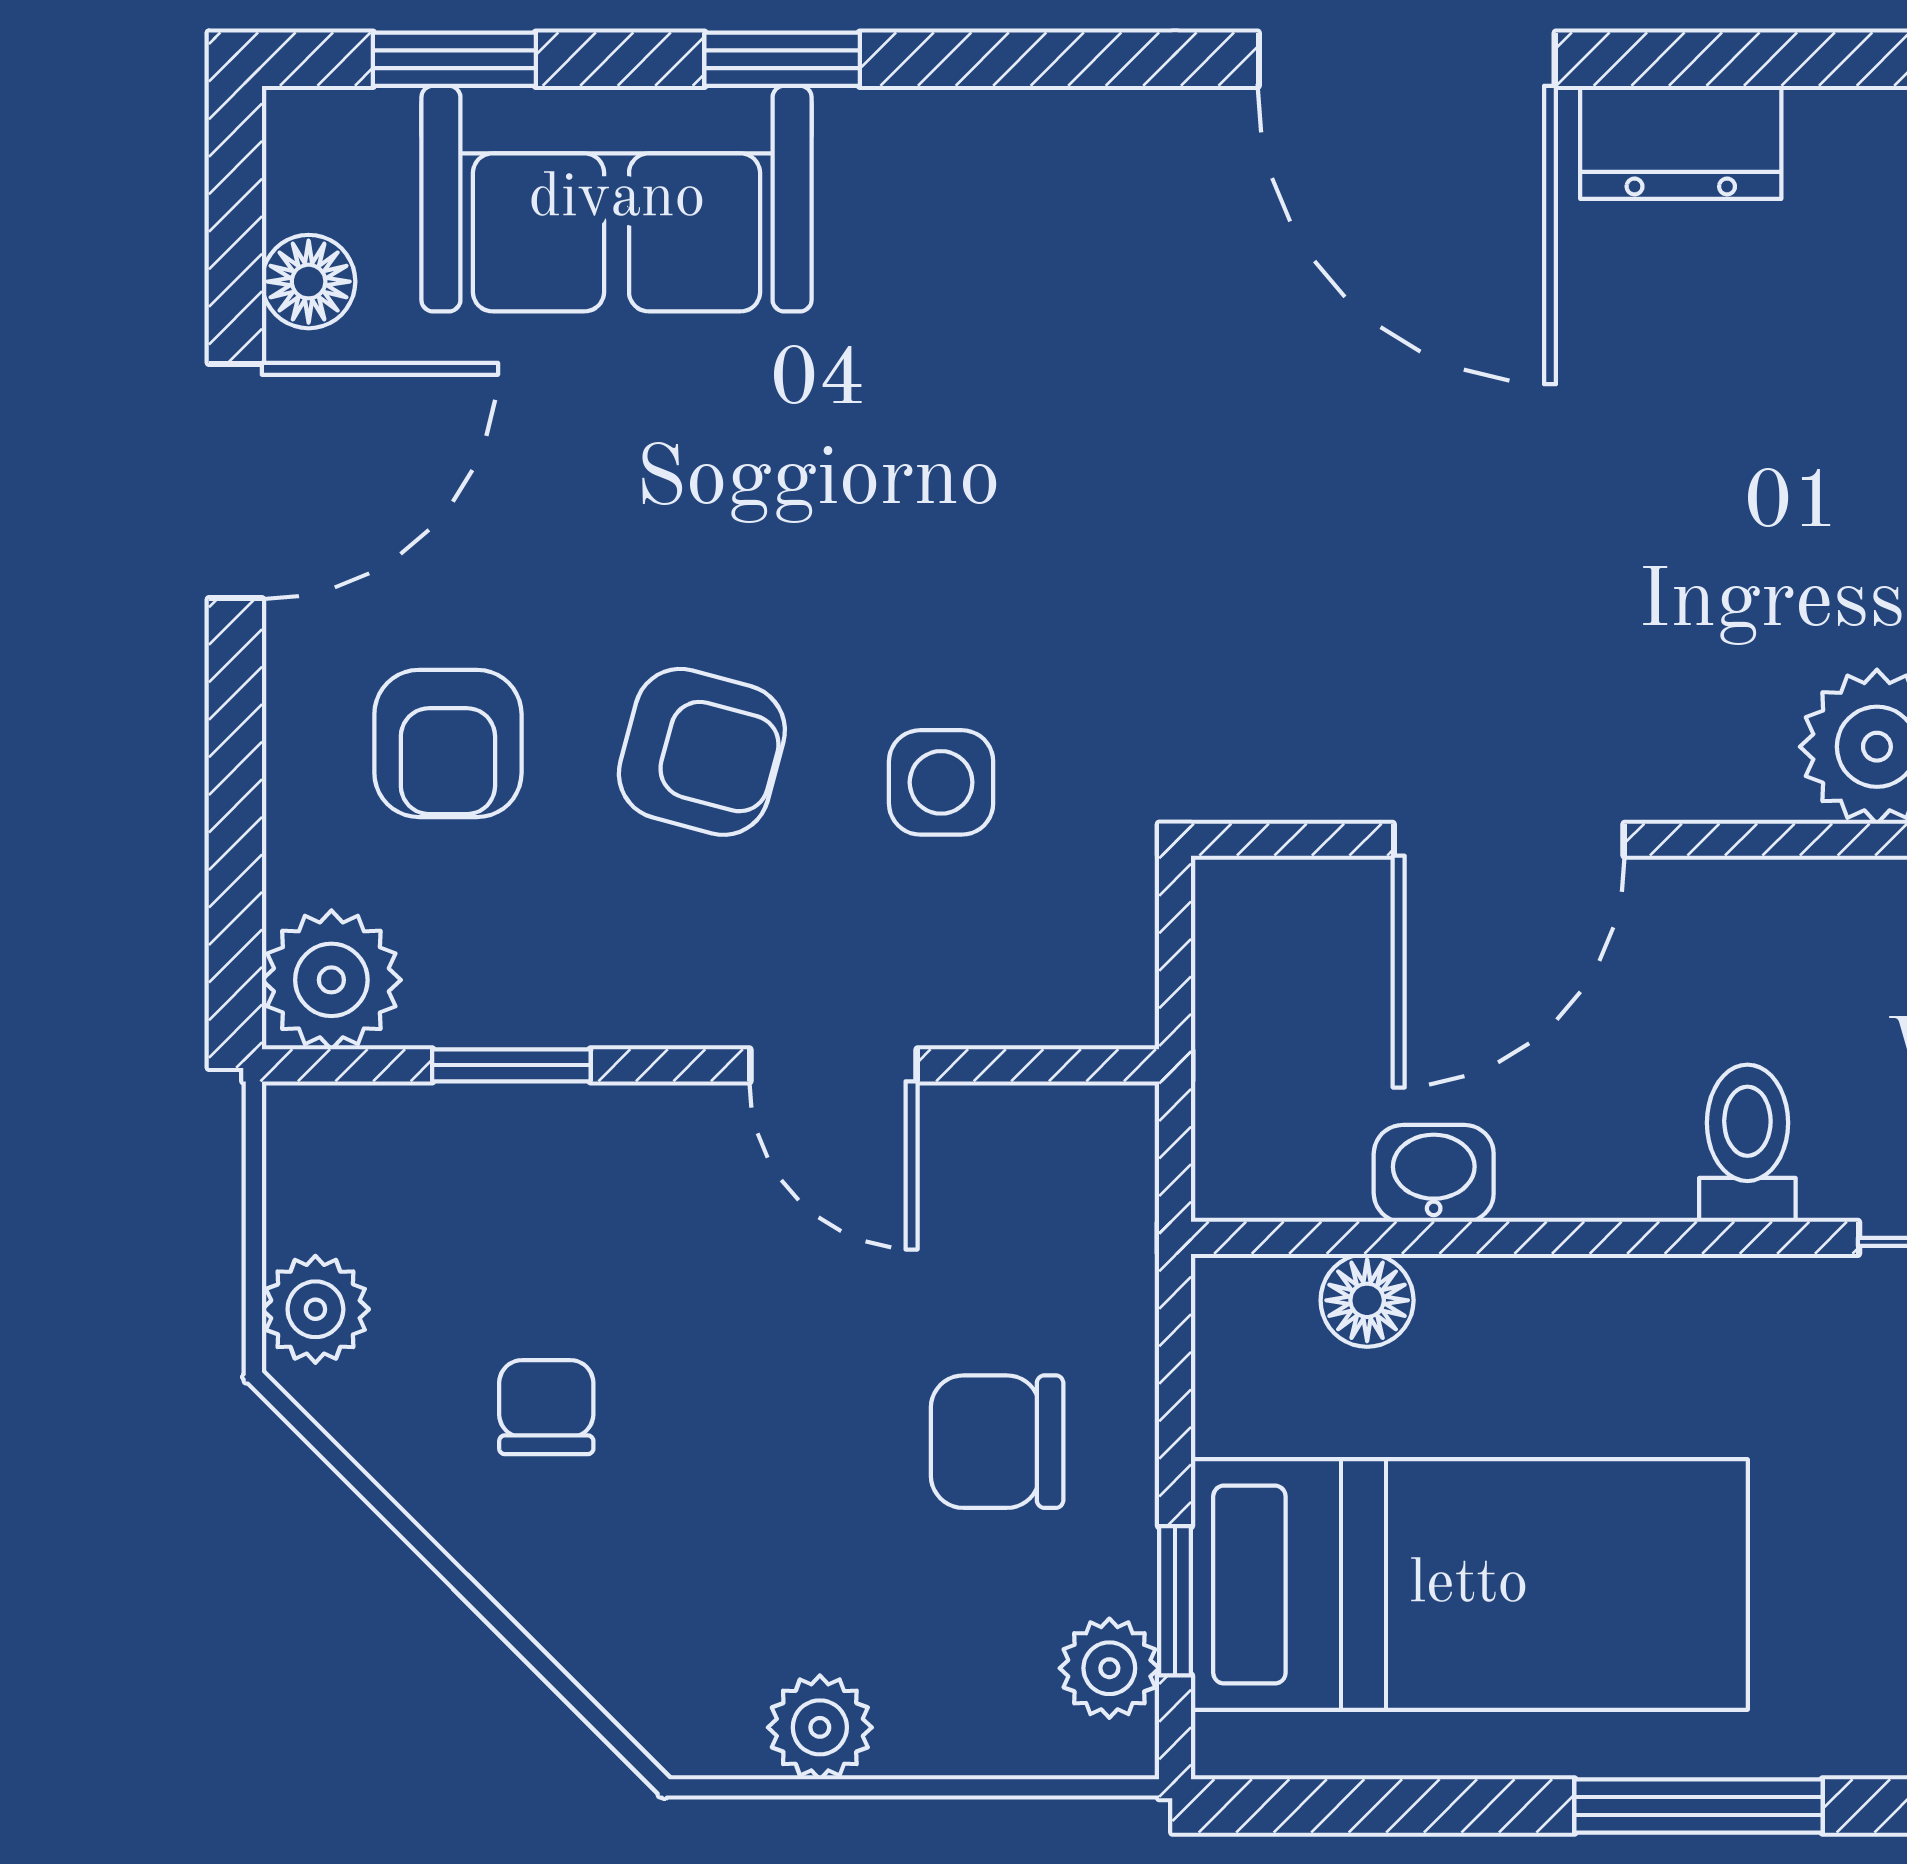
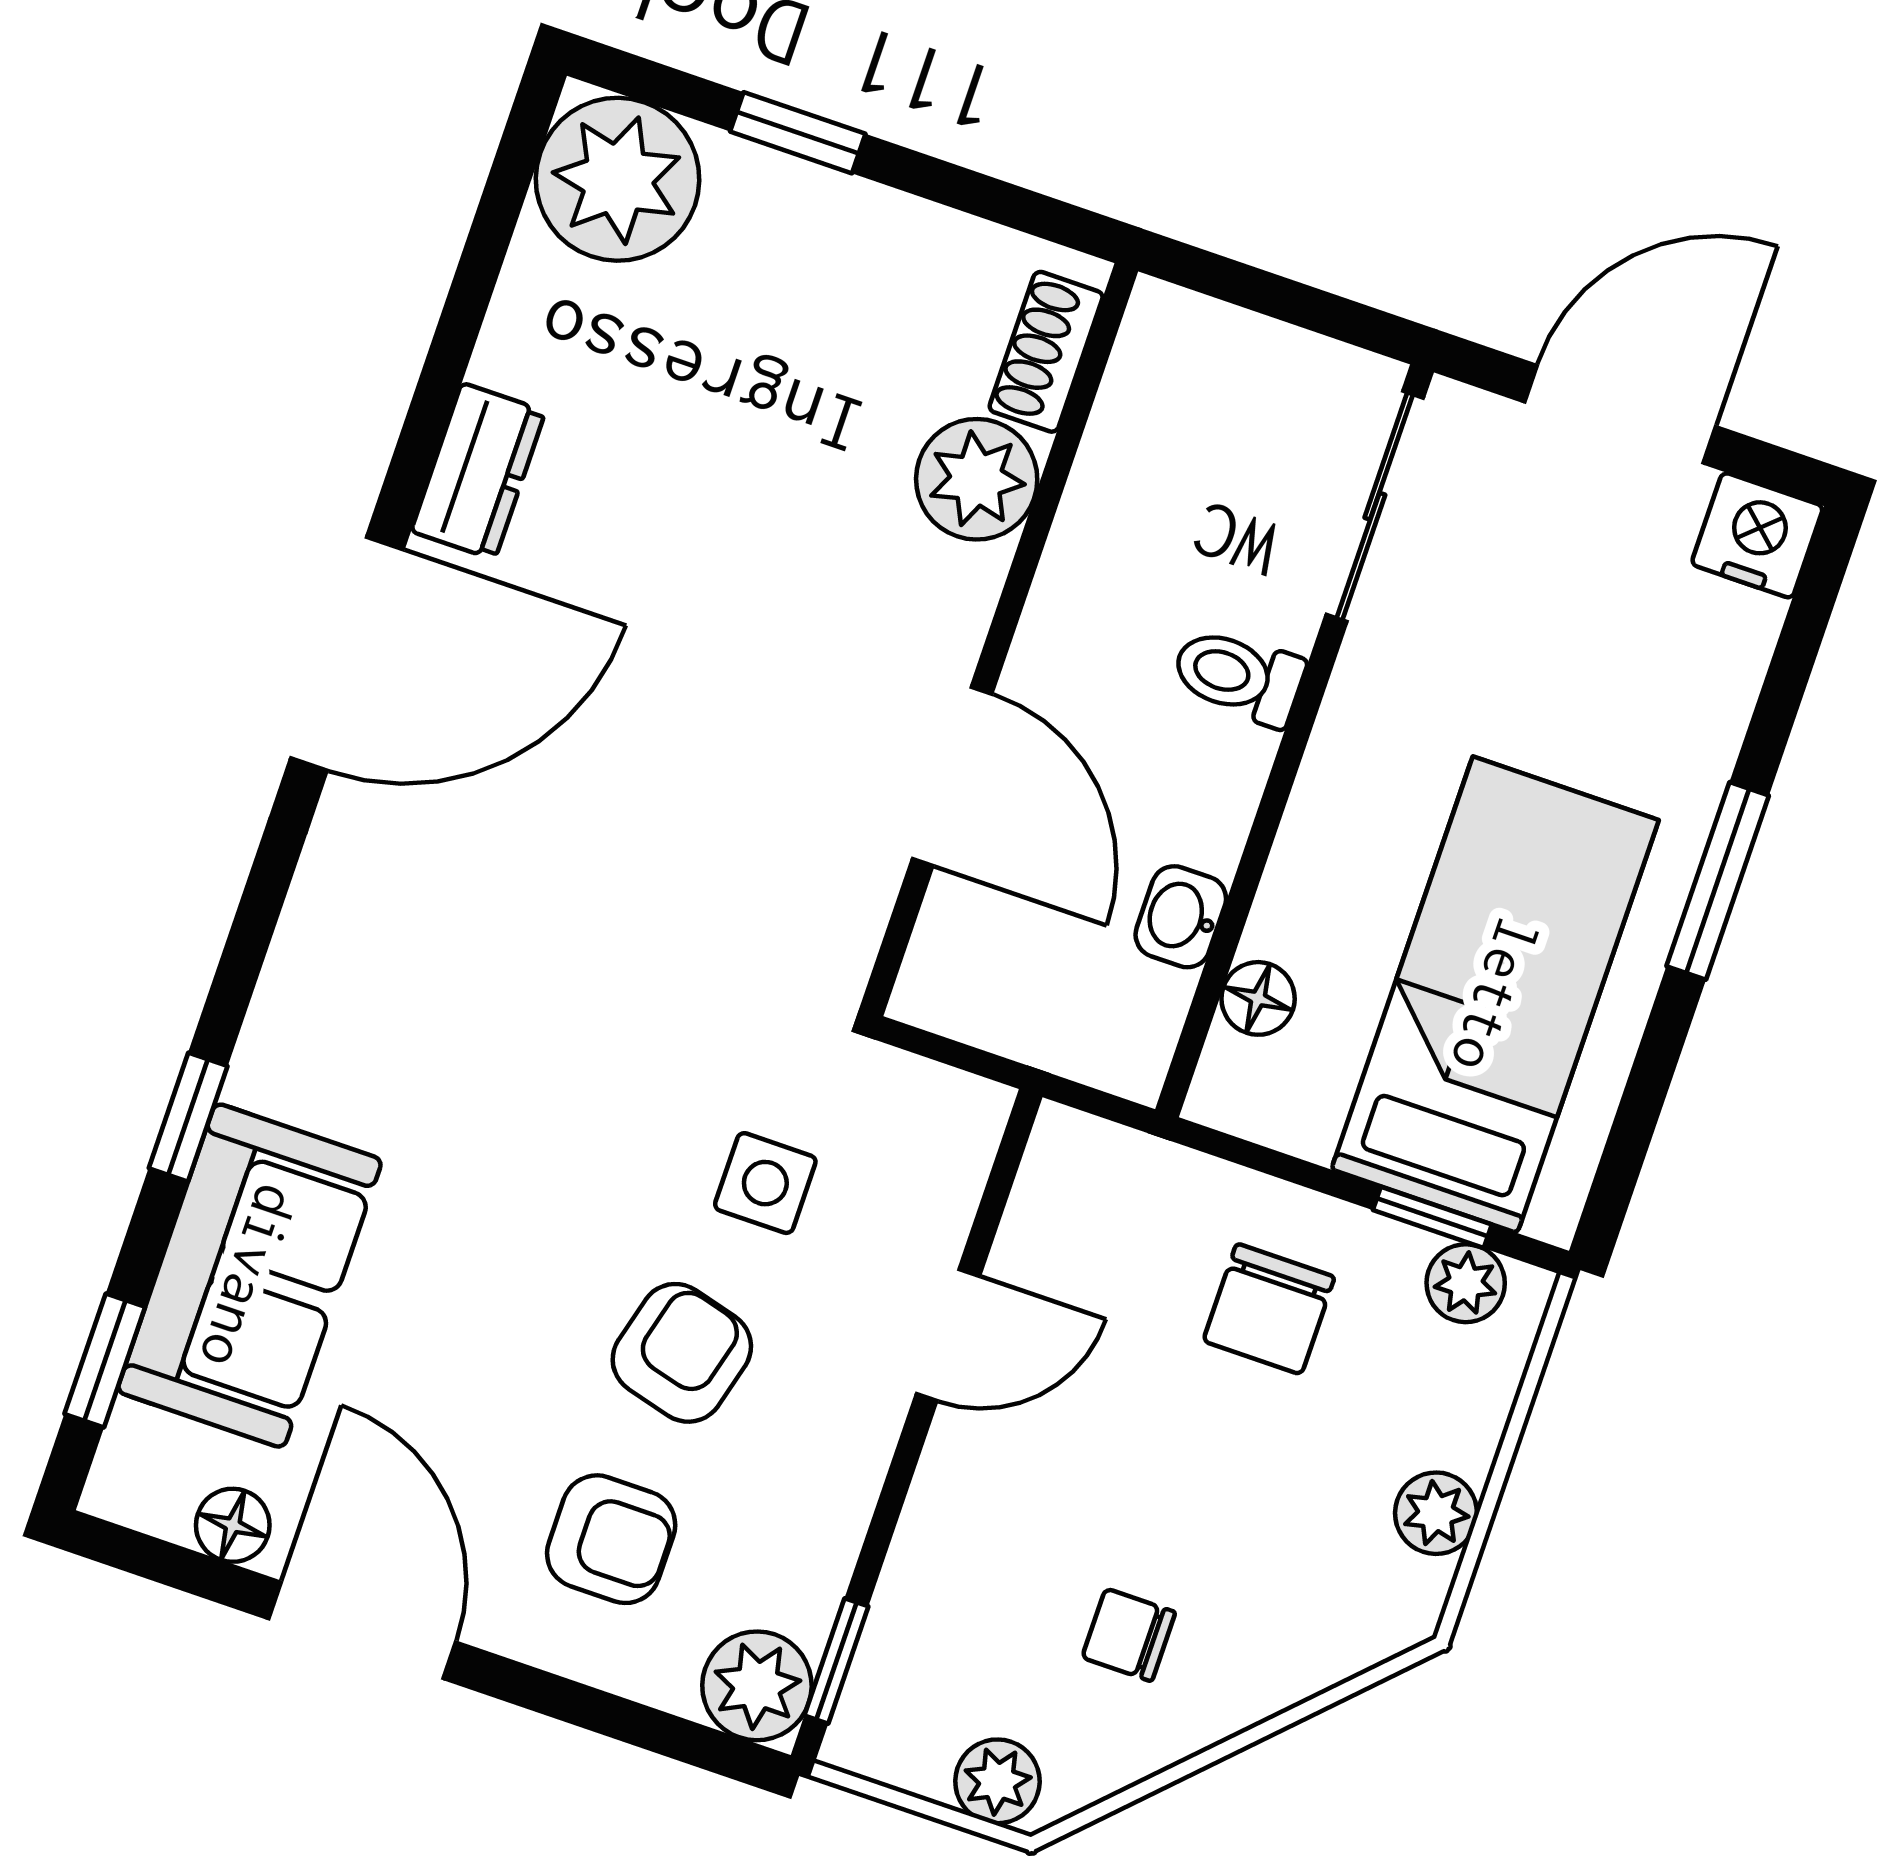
window: (511, 1065) -> (836, 1661), moved

